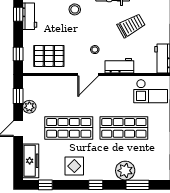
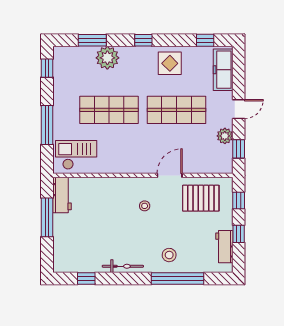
window: (18, 14) -> (239, 234), moved
trolley: (131, 25) -> (100, 235), removed
workbench: (119, 66) -> (115, 186), removed
door: (88, 74) -> (170, 175), moved

